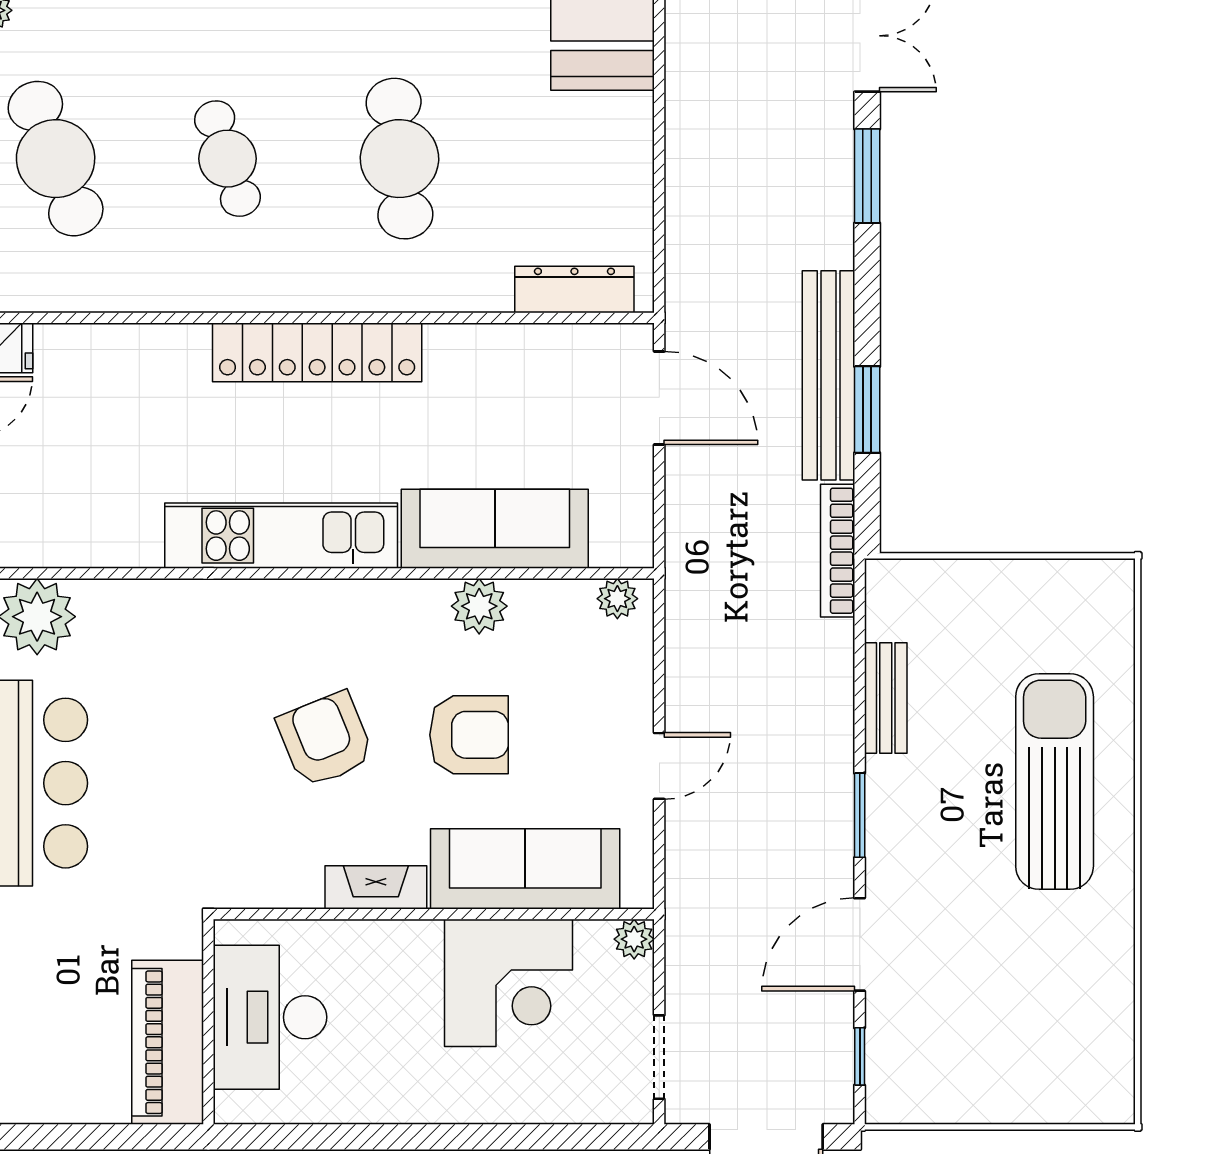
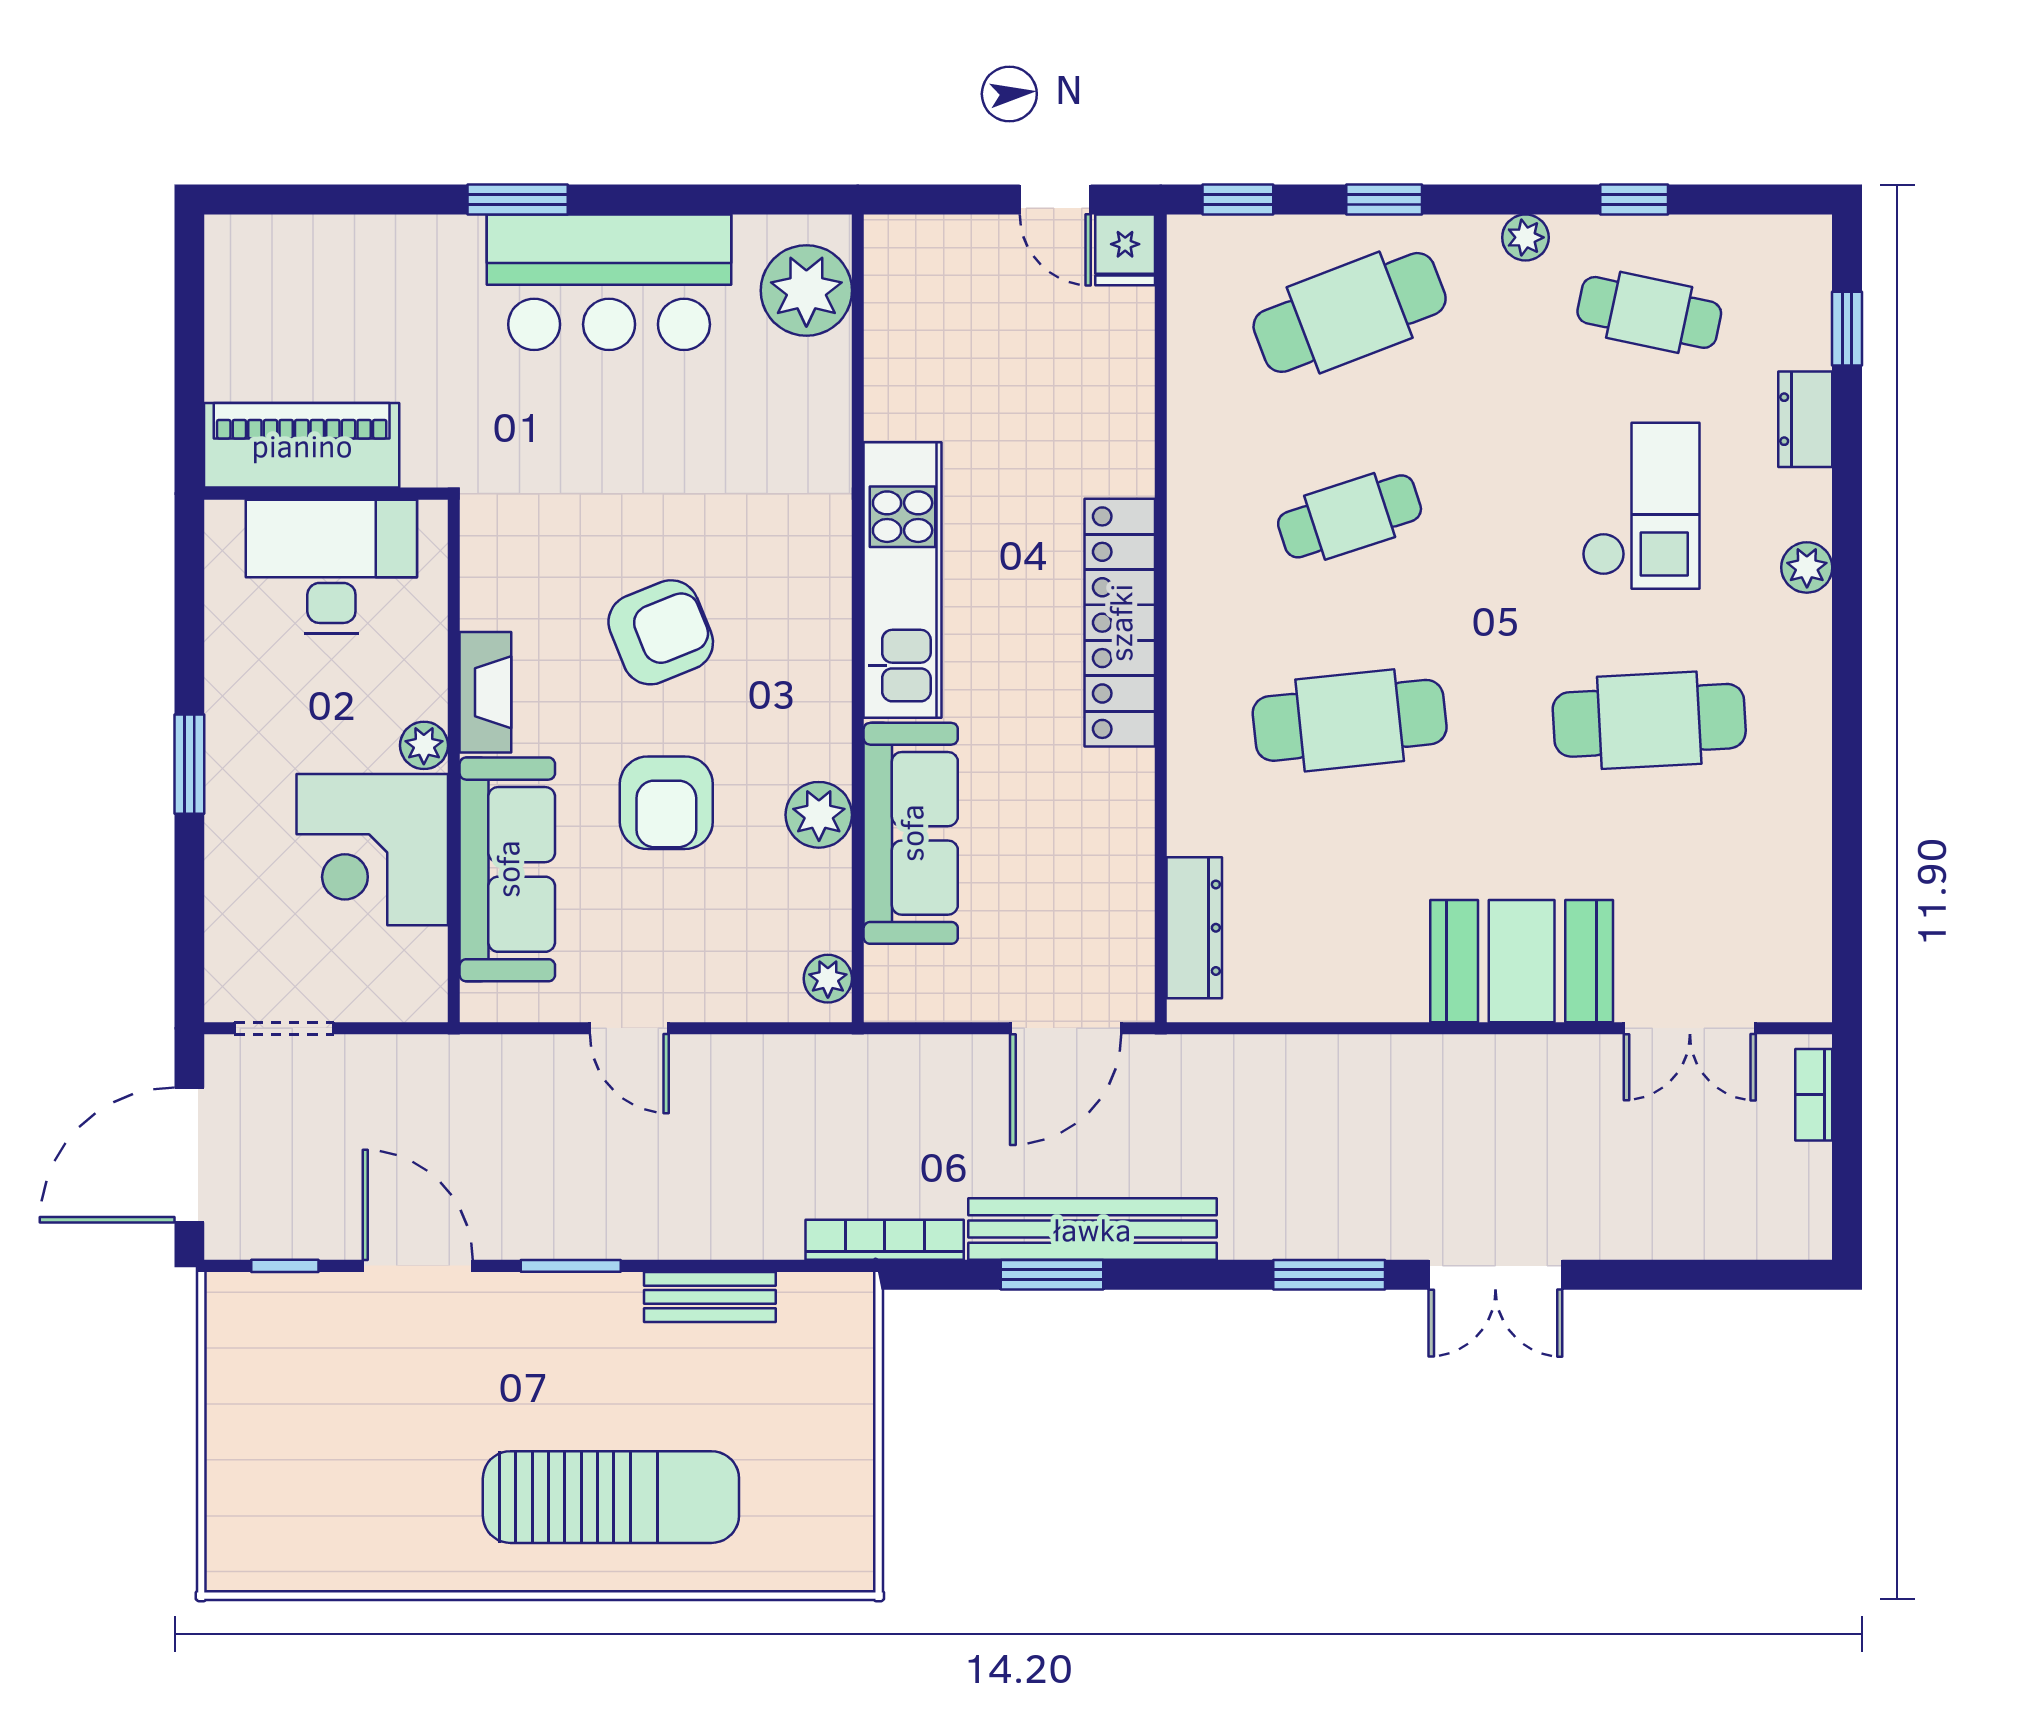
plant: (634, 939) -> (424, 745), moved
window: (436, 1137) -> (189, 764), added

